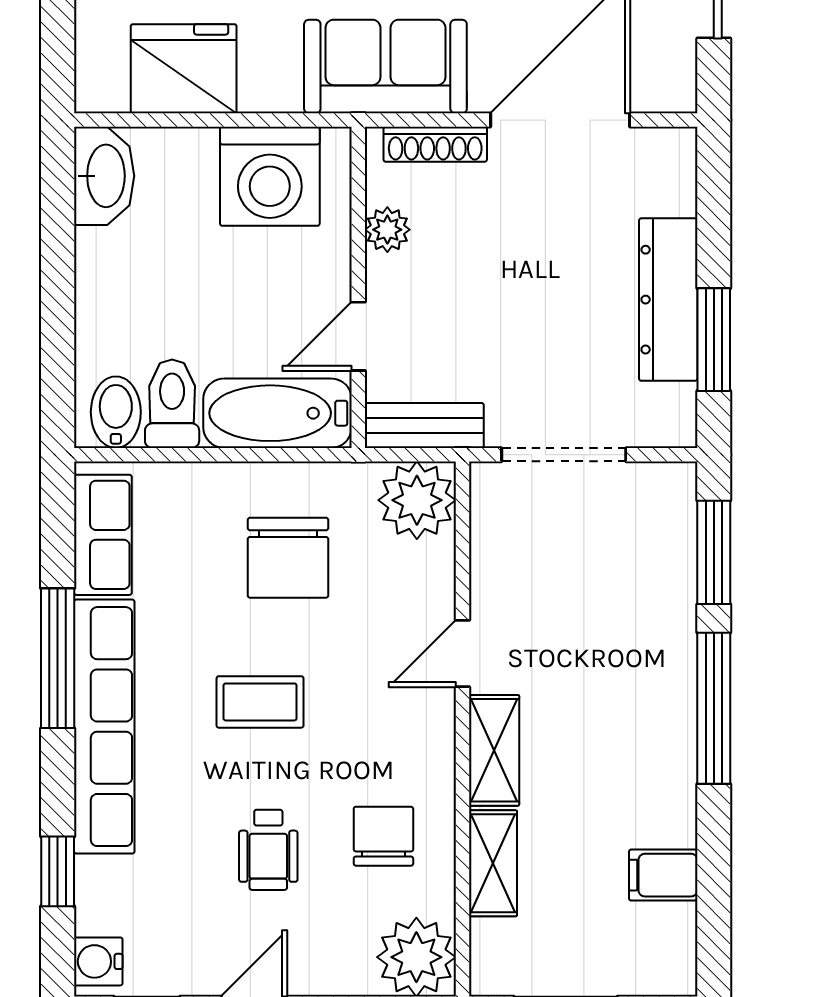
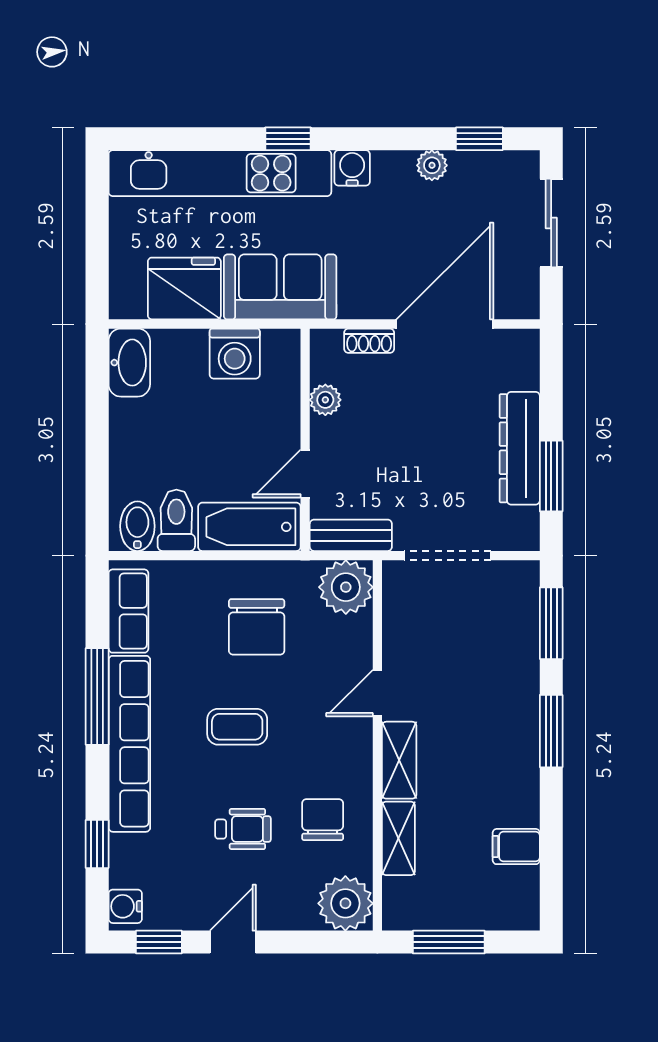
sofa: (385, 67) -> (280, 287), moved
shoe rack: (435, 144) -> (369, 341), width x0.70
washing machine: (270, 176) -> (235, 354), width x0.73, depth x0.73
window: (714, 708) -> (551, 731), width x0.69
wheelchair: (268, 850) -> (243, 829), turned -90

